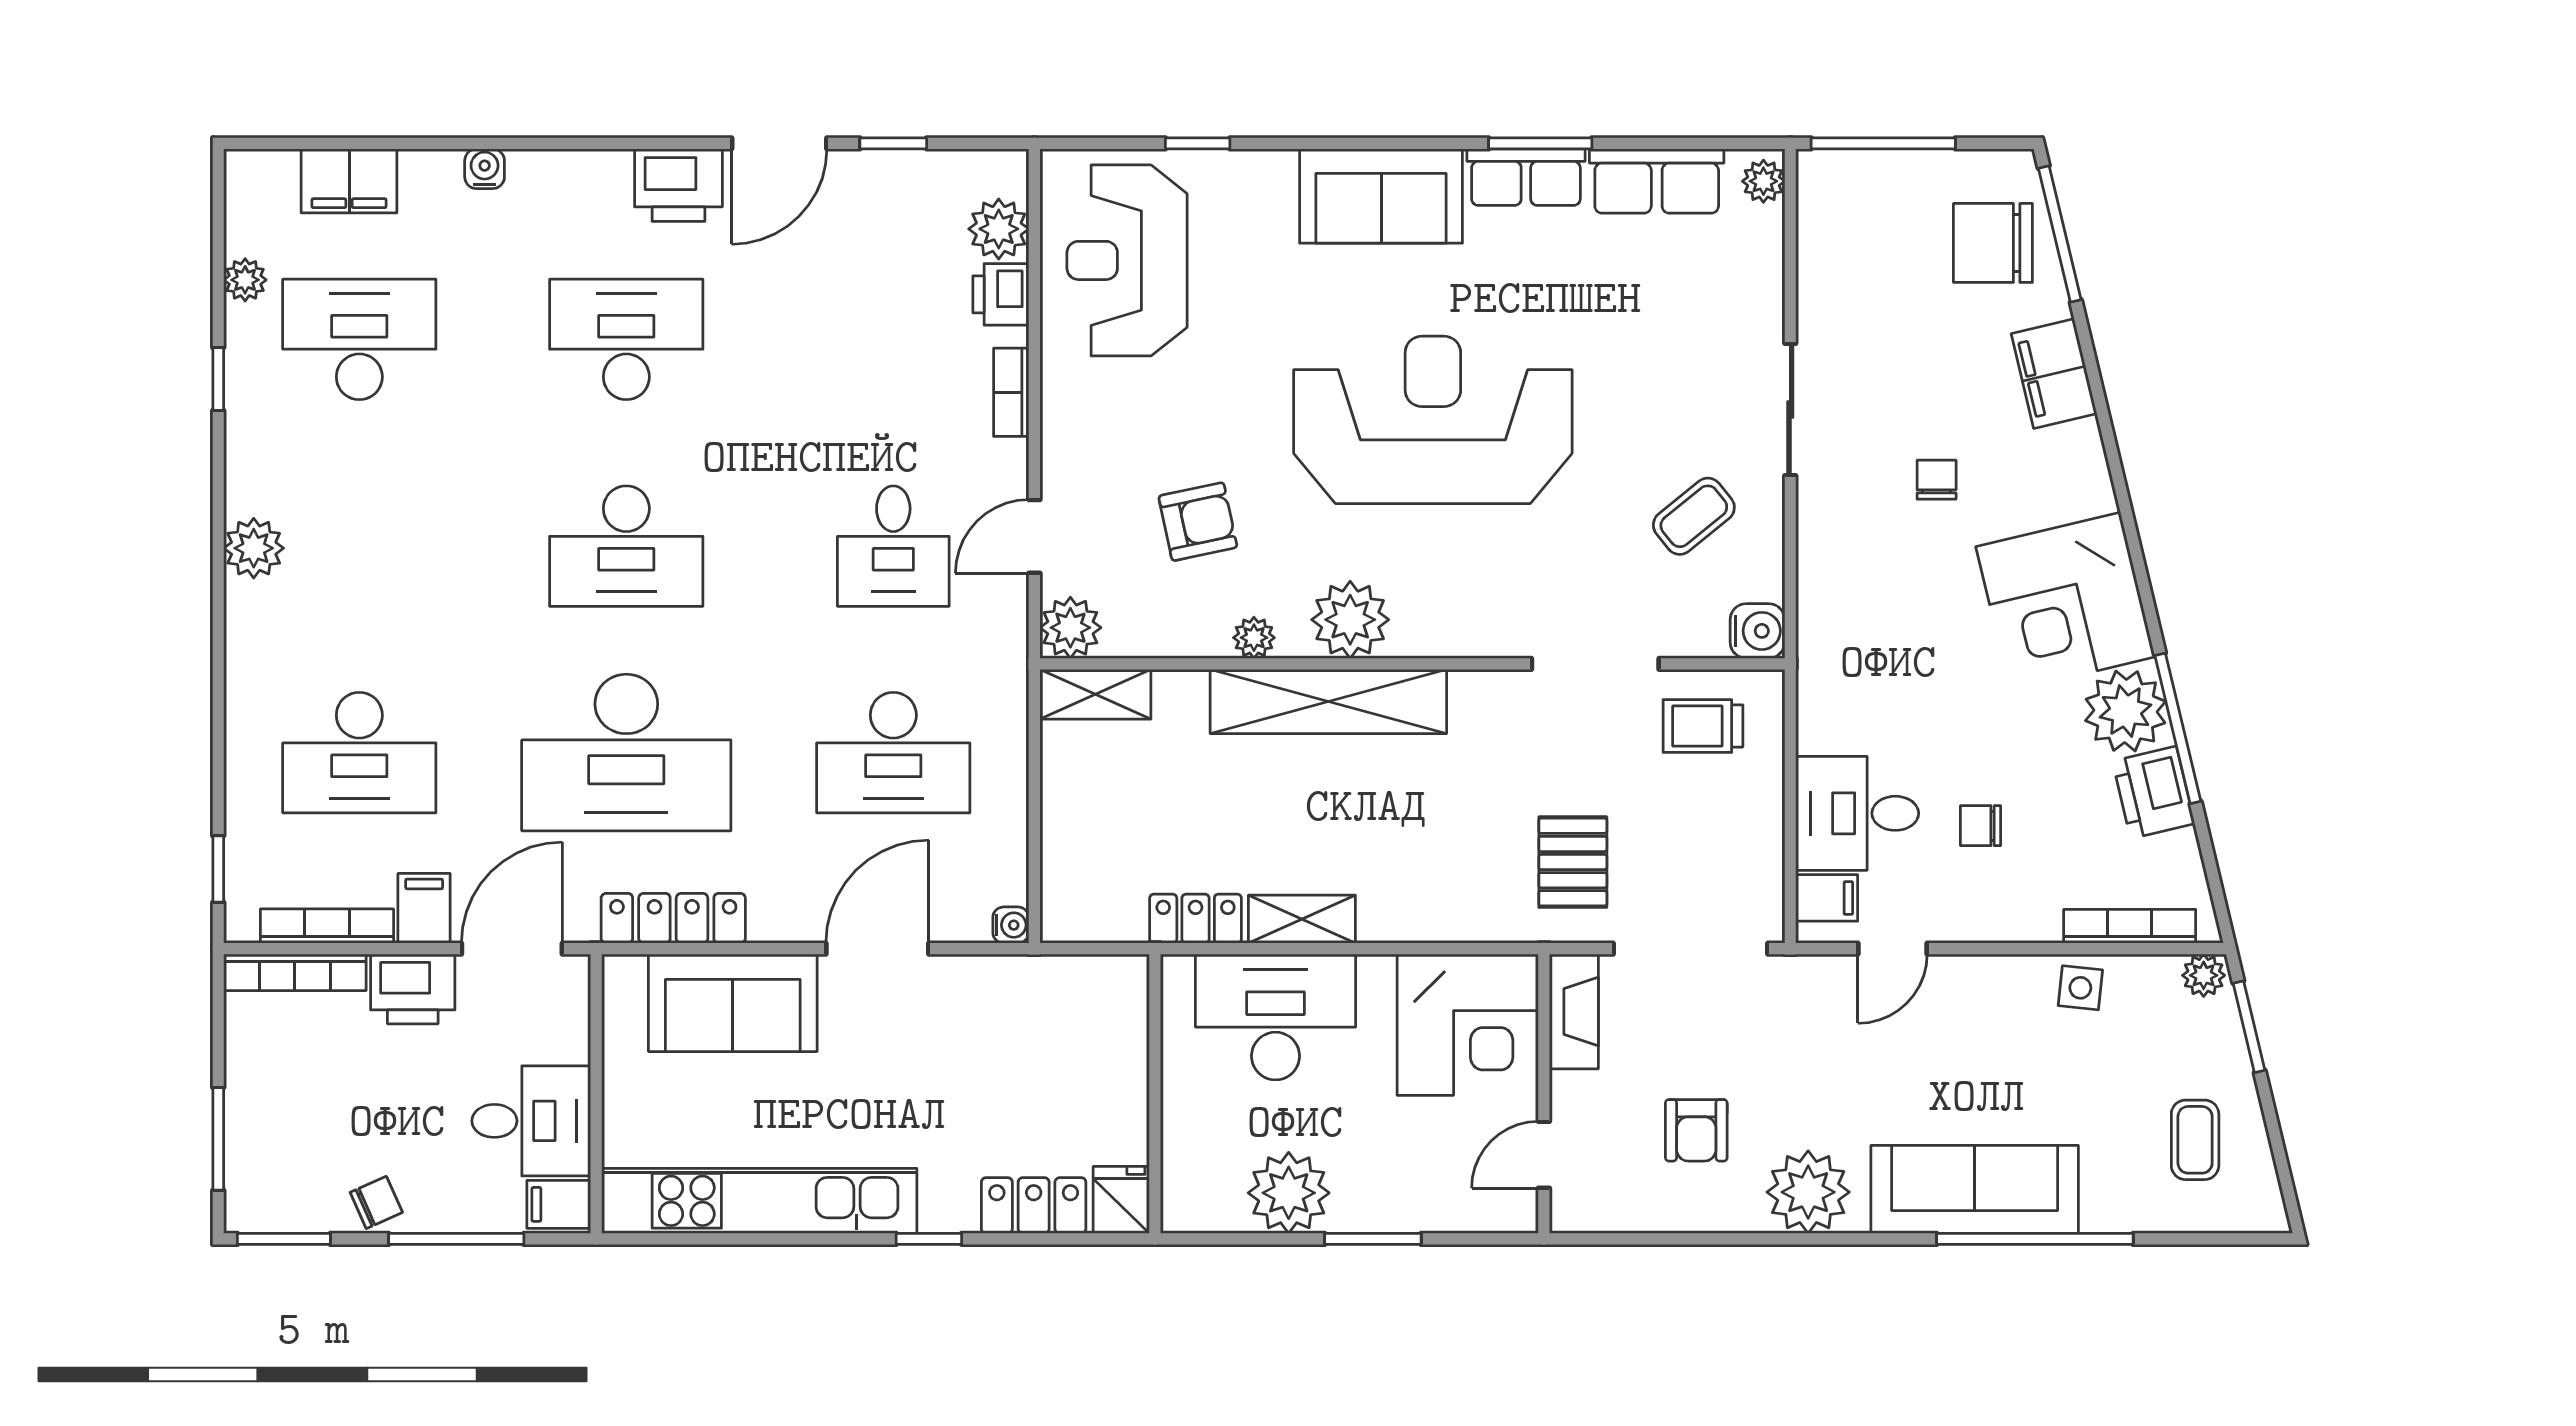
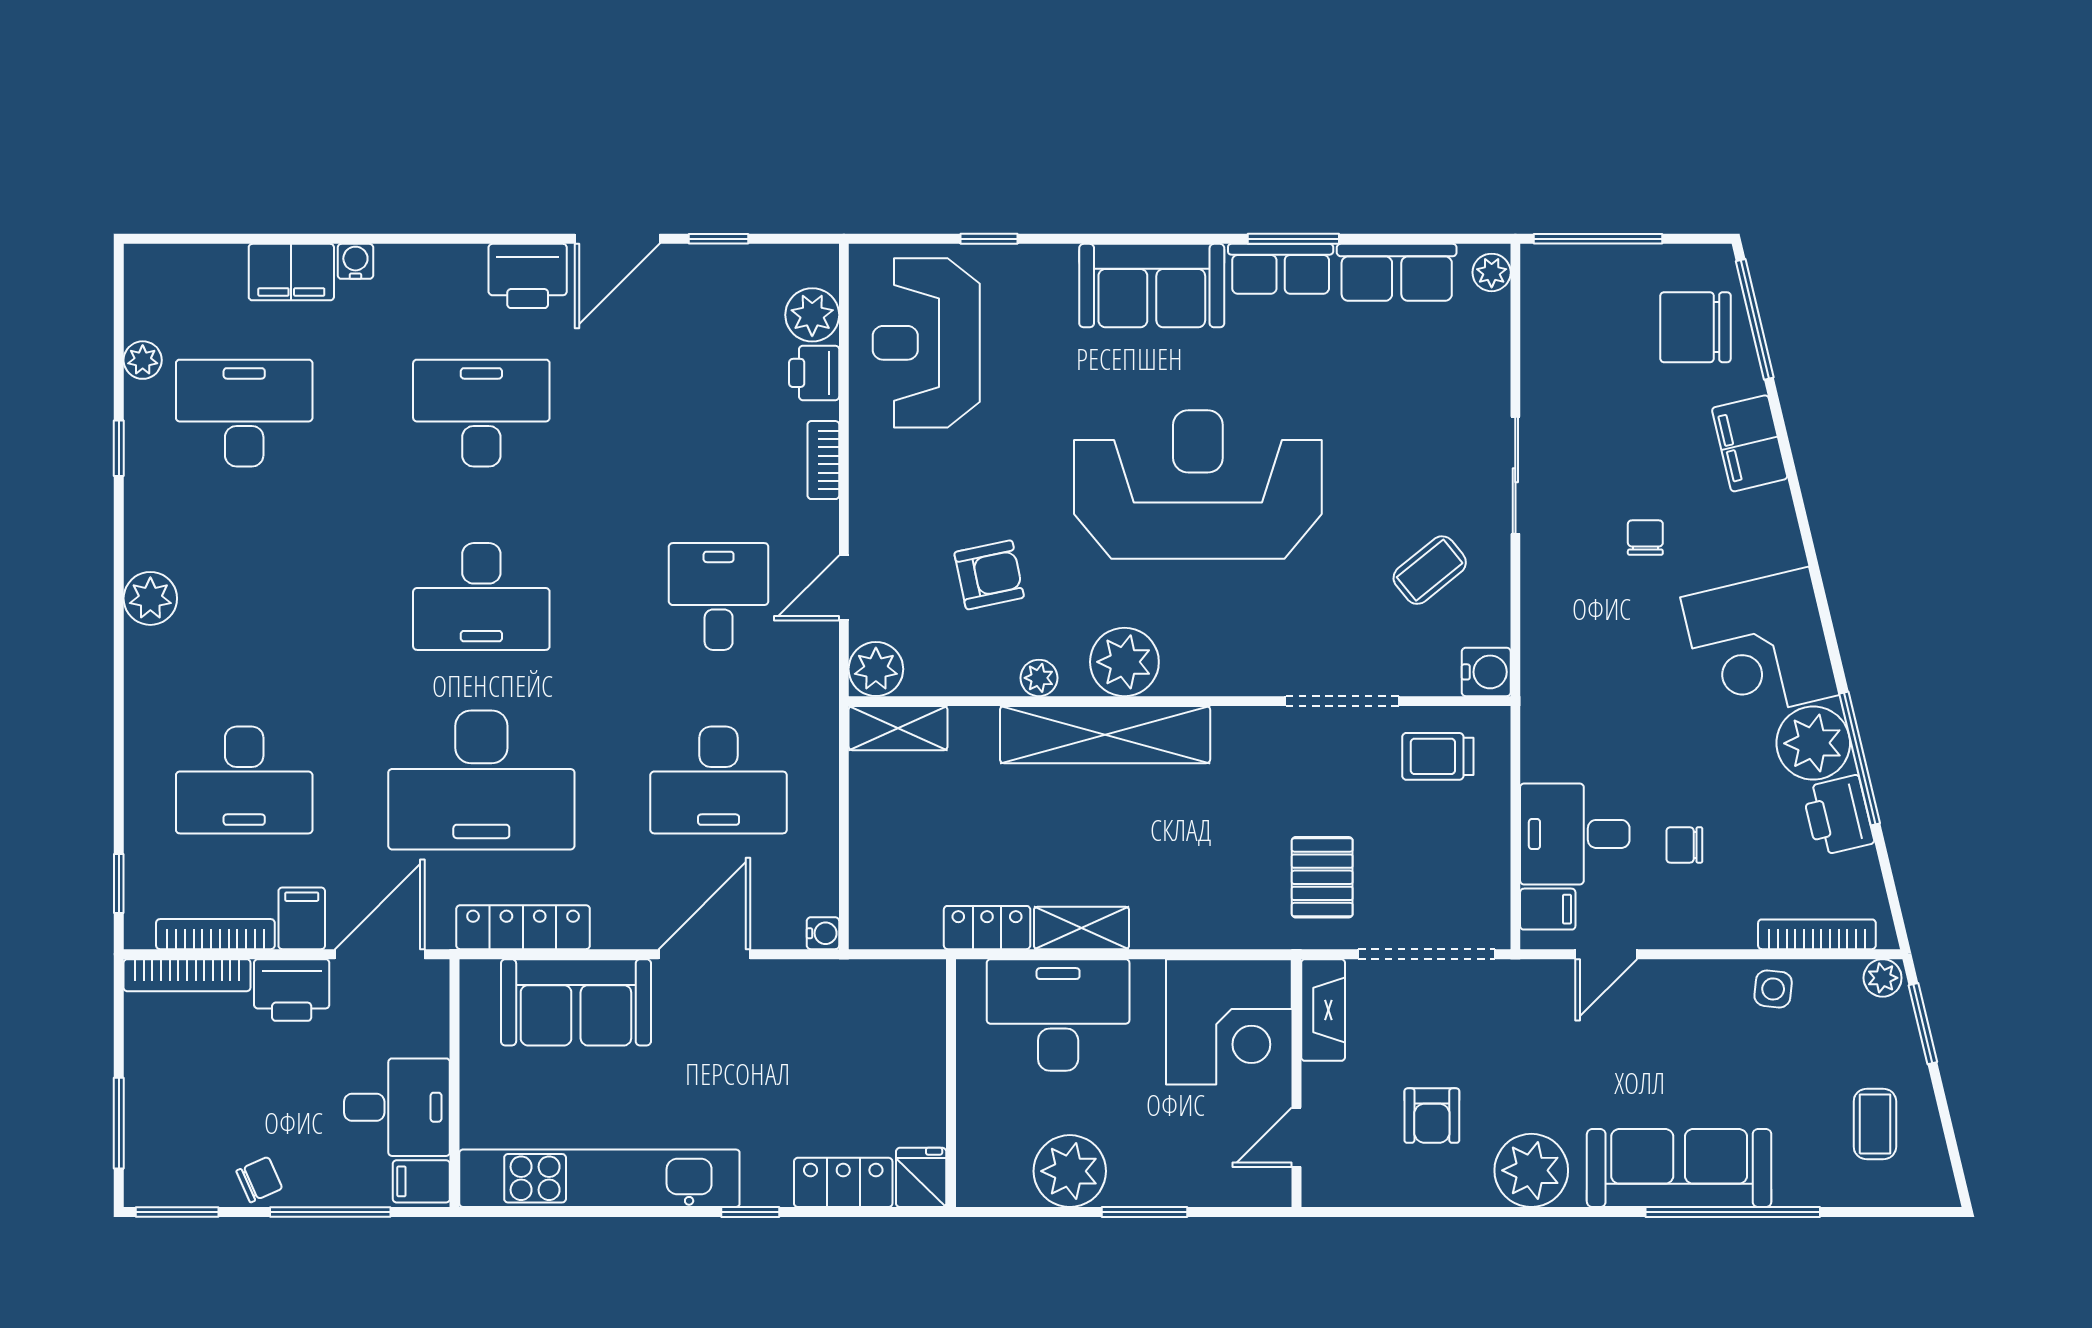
filing cabinet: (349, 181) -> (291, 272), moved
desk: (893, 546) -> (719, 597), turned 180

